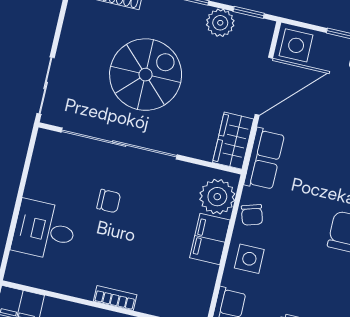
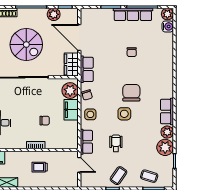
side table: (296, 45) -> (124, 114), moved
spiral stairs: (146, 75) -> (26, 45), turned 90
door: (264, 86) -> (79, 38), swing flipped
chair: (109, 201) -> (45, 121), moved

